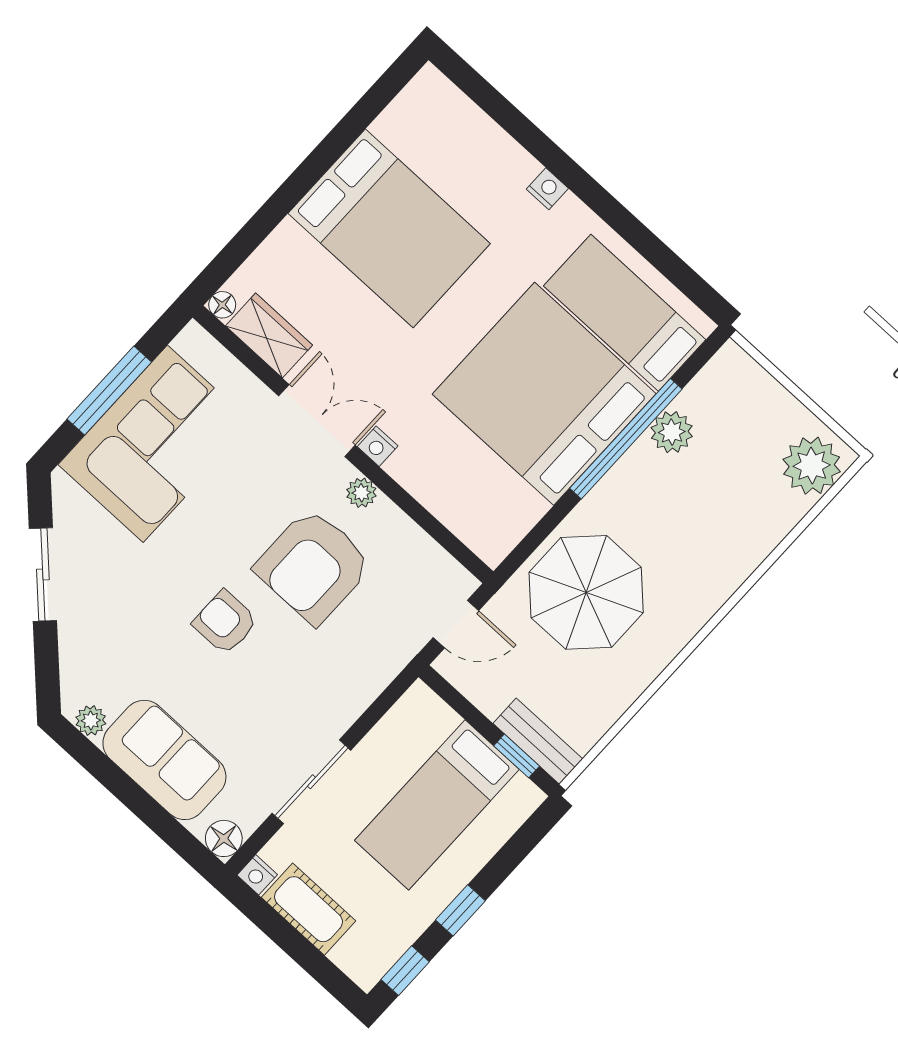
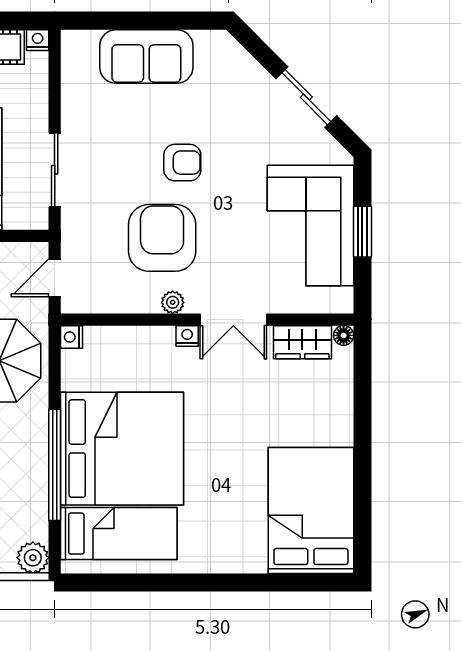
nightstand: (547, 189) -> (71, 337), moved, turned 90
bed: (389, 228) -> (311, 510), moved, turned 90
window: (109, 391) -> (362, 232), width x0.69
plant: (672, 432) -> (33, 558), moved
plant: (91, 720) -> (207, 41), removed
sliding door: (311, 782) -> (55, 170), moved
floor lamp: (224, 838) -> (74, 43), removed

